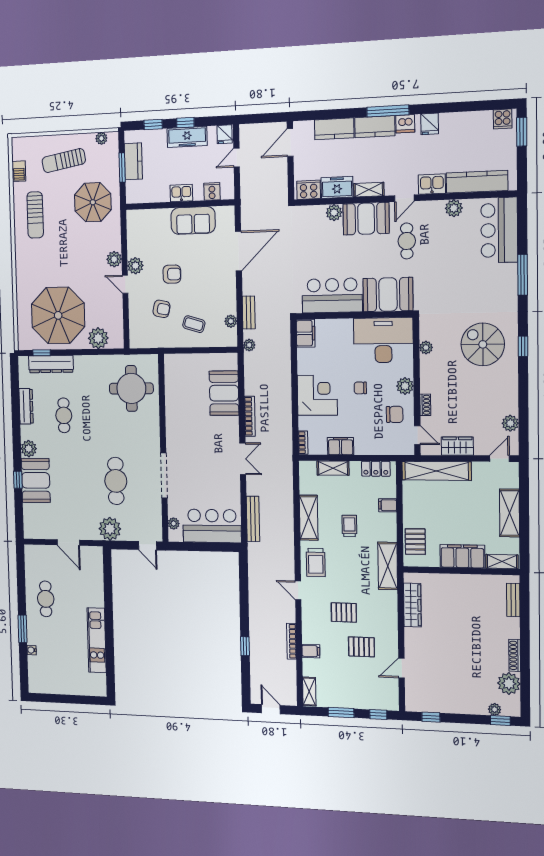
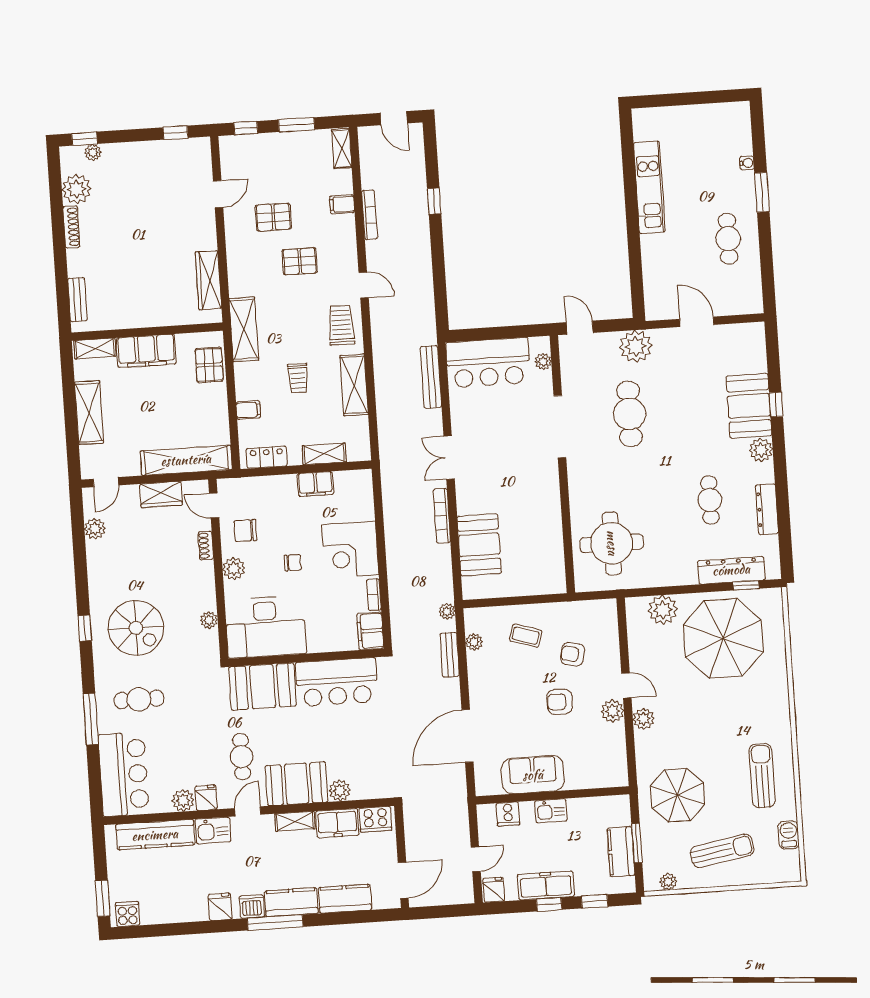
fridge: (436, 210) -> (206, 798), added
cafe table: (484, 289) -> (139, 699), added
bookcase: (303, 443) -> (374, 595), moved

